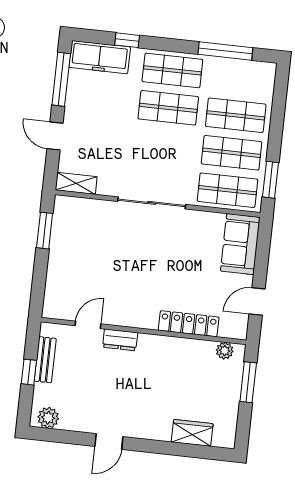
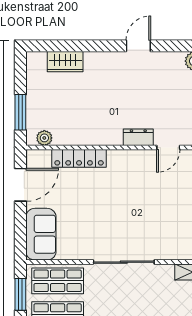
door: (257, 301) -> (20, 185), width x1.38

